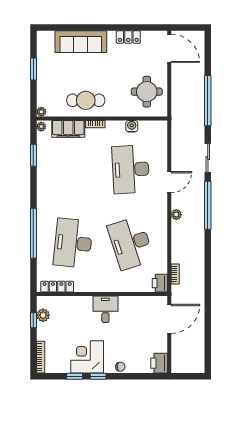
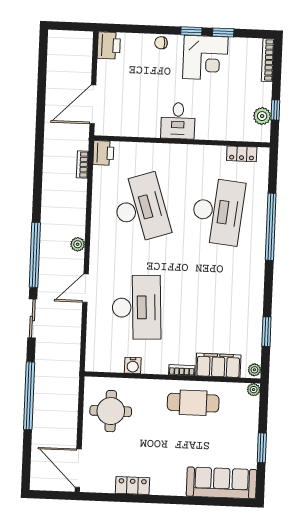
sofa: (81, 42) -> (222, 483), moved
locker: (57, 287) -> (242, 154), width x0.66

